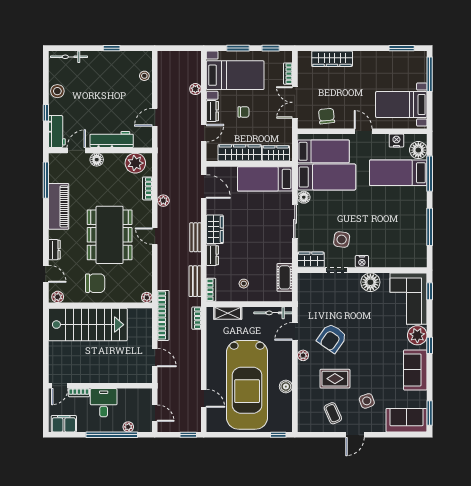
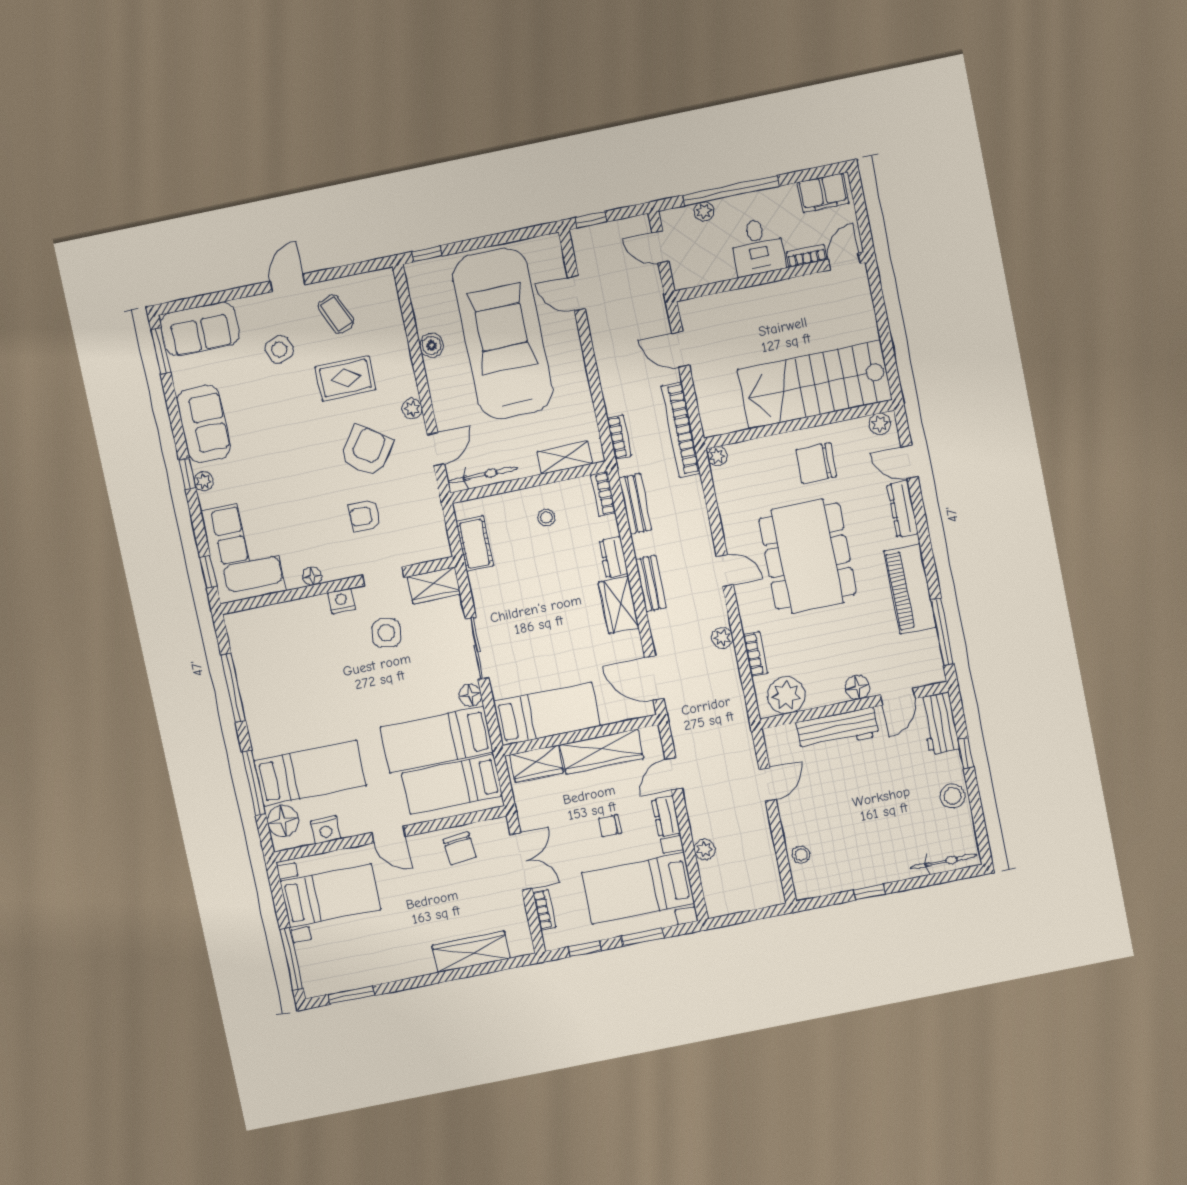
dresser: (54, 250) -> (903, 509), width x1.44
floor lamp: (370, 282) -> (312, 576), width x0.53, depth x0.53
armchair: (340, 304) -> (365, 516), added
plant: (417, 335) -> (204, 481), width x0.53, depth x0.53

